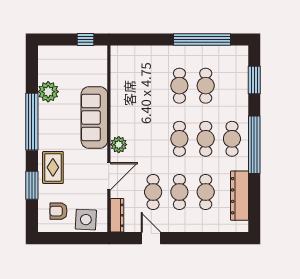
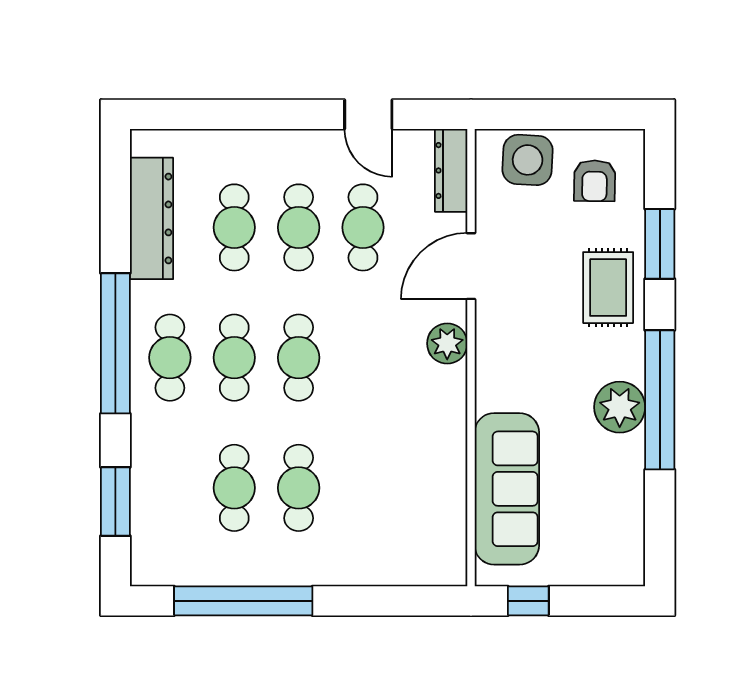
plant: (48, 92) -> (620, 407), moved
sofa: (94, 117) -> (507, 489), moved
armchair: (59, 211) -> (595, 181), turned 91

